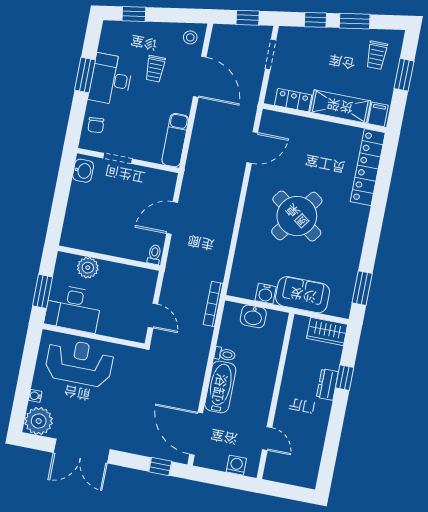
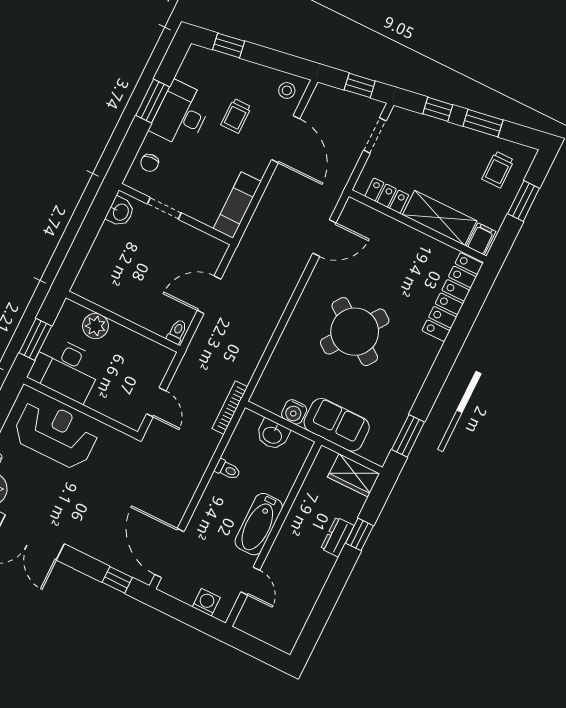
bathtub: (220, 387) -> (259, 524), moved, turned 180

